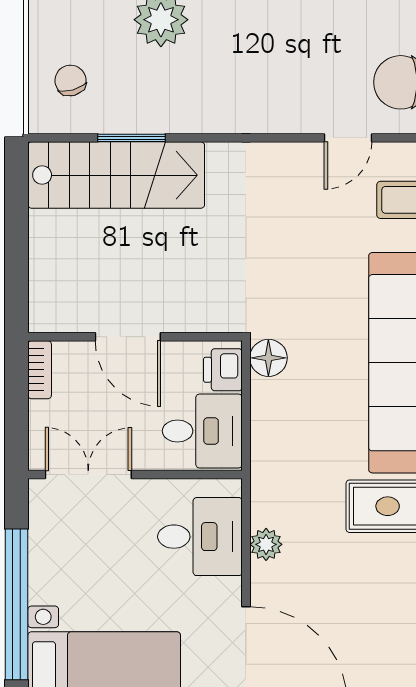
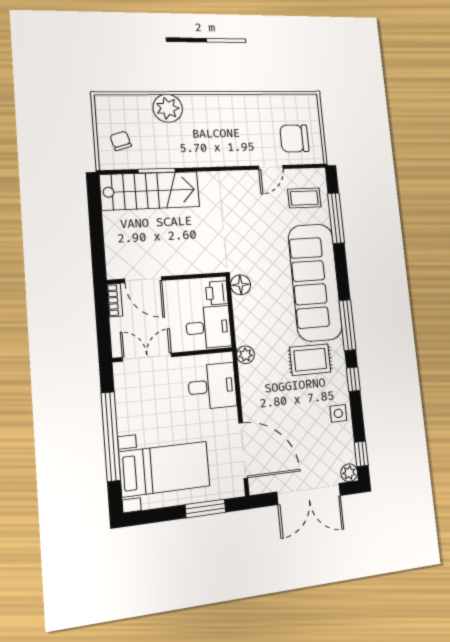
door: (128, 337) -> (143, 280), moved
plant: (266, 544) -> (246, 355), moved

